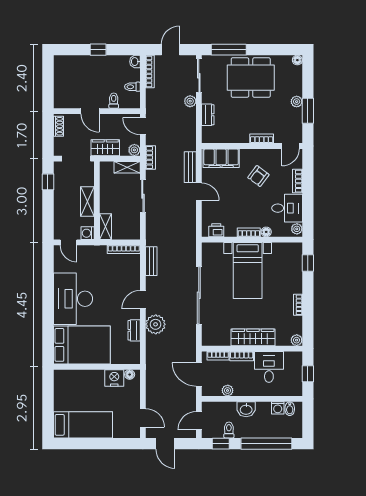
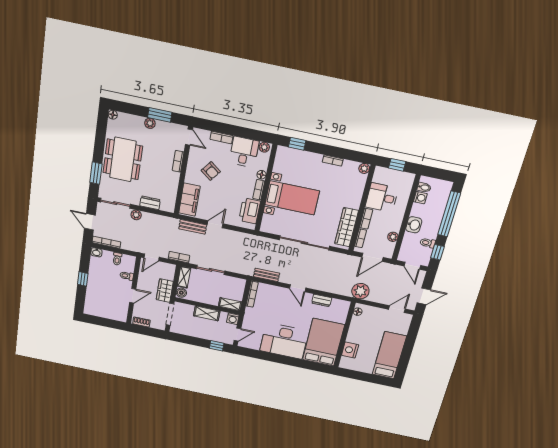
window: (229, 50) -> (96, 173), width x0.69
plant: (134, 150) -> (170, 268), removed
boiler: (107, 167) -> (181, 293), added
window: (48, 182) -> (217, 346), moved
printer: (216, 230) -> (250, 211), width x1.87, depth x1.48
plant: (156, 324) -> (360, 291), moved
wardrobe: (253, 337) -> (347, 227), moved
nightstand: (114, 378) -> (350, 350), moved

